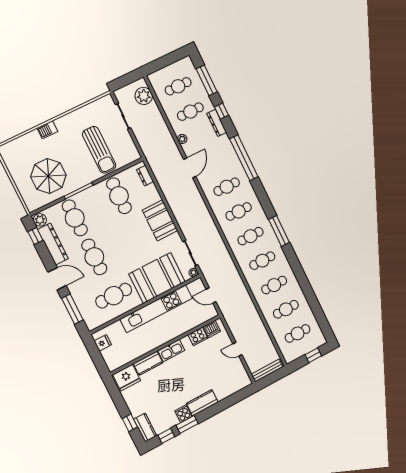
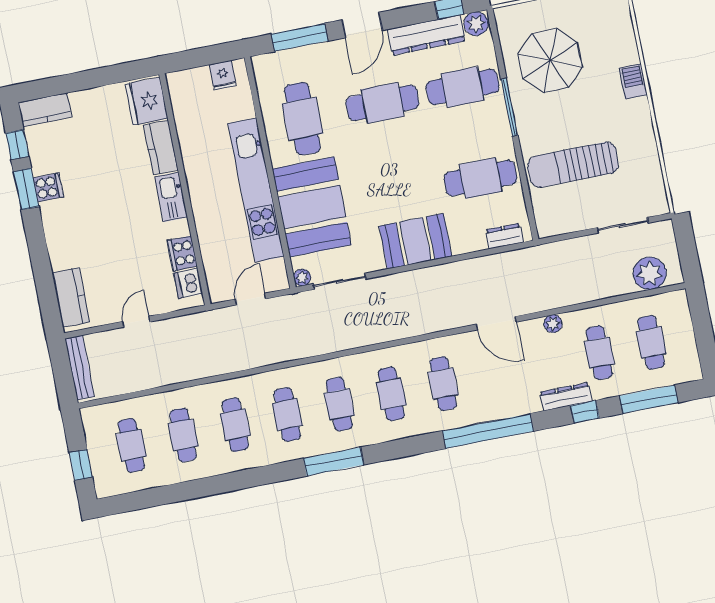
kitchen counter: (202, 403) -> (71, 297), moved
window: (130, 423) -> (62, 84), removed

